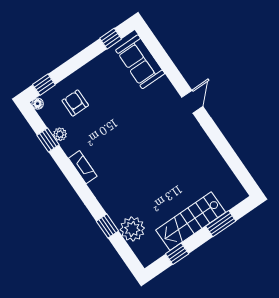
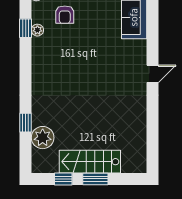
armchair: (75, 103) -> (65, 15), turned 180
fireplace: (83, 167) -> (37, 66), removed
window: (221, 224) -> (95, 179), moved

